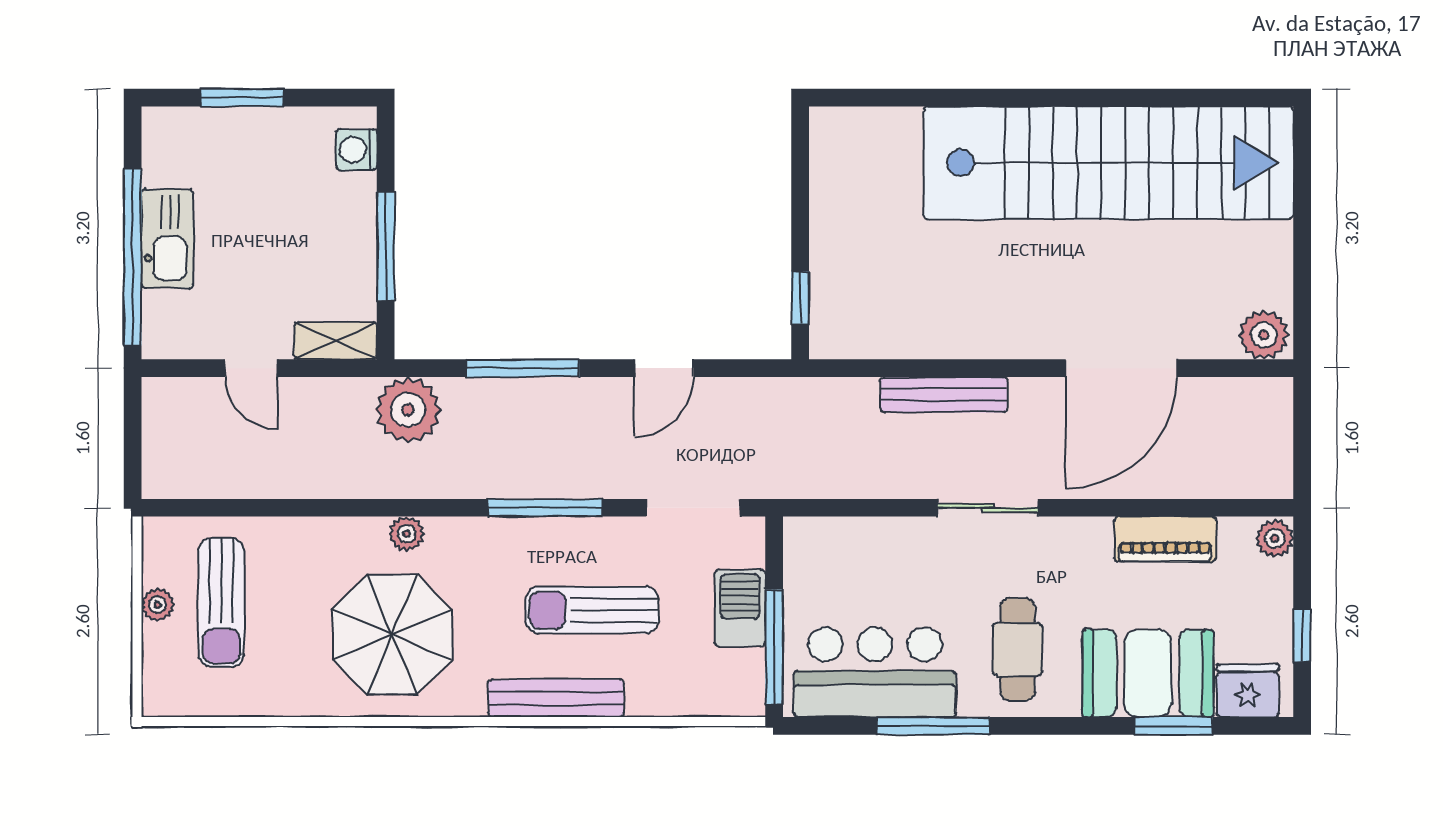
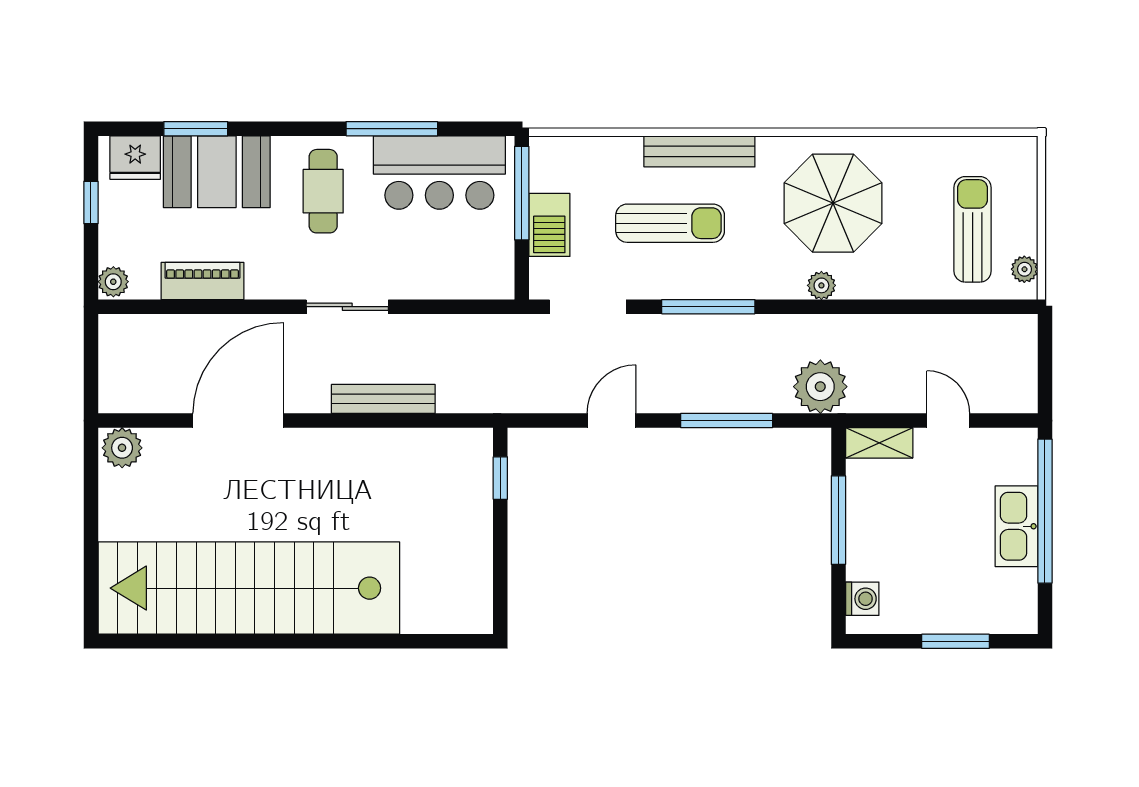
plant: (158, 605) -> (1024, 269), moved

